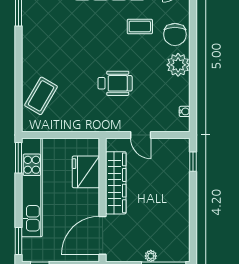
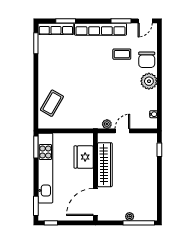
wheelchair: (115, 83) -> (104, 94), removed
plant: (119, 125) -> (107, 124), added
door: (141, 135) -> (122, 131), swing flipped

